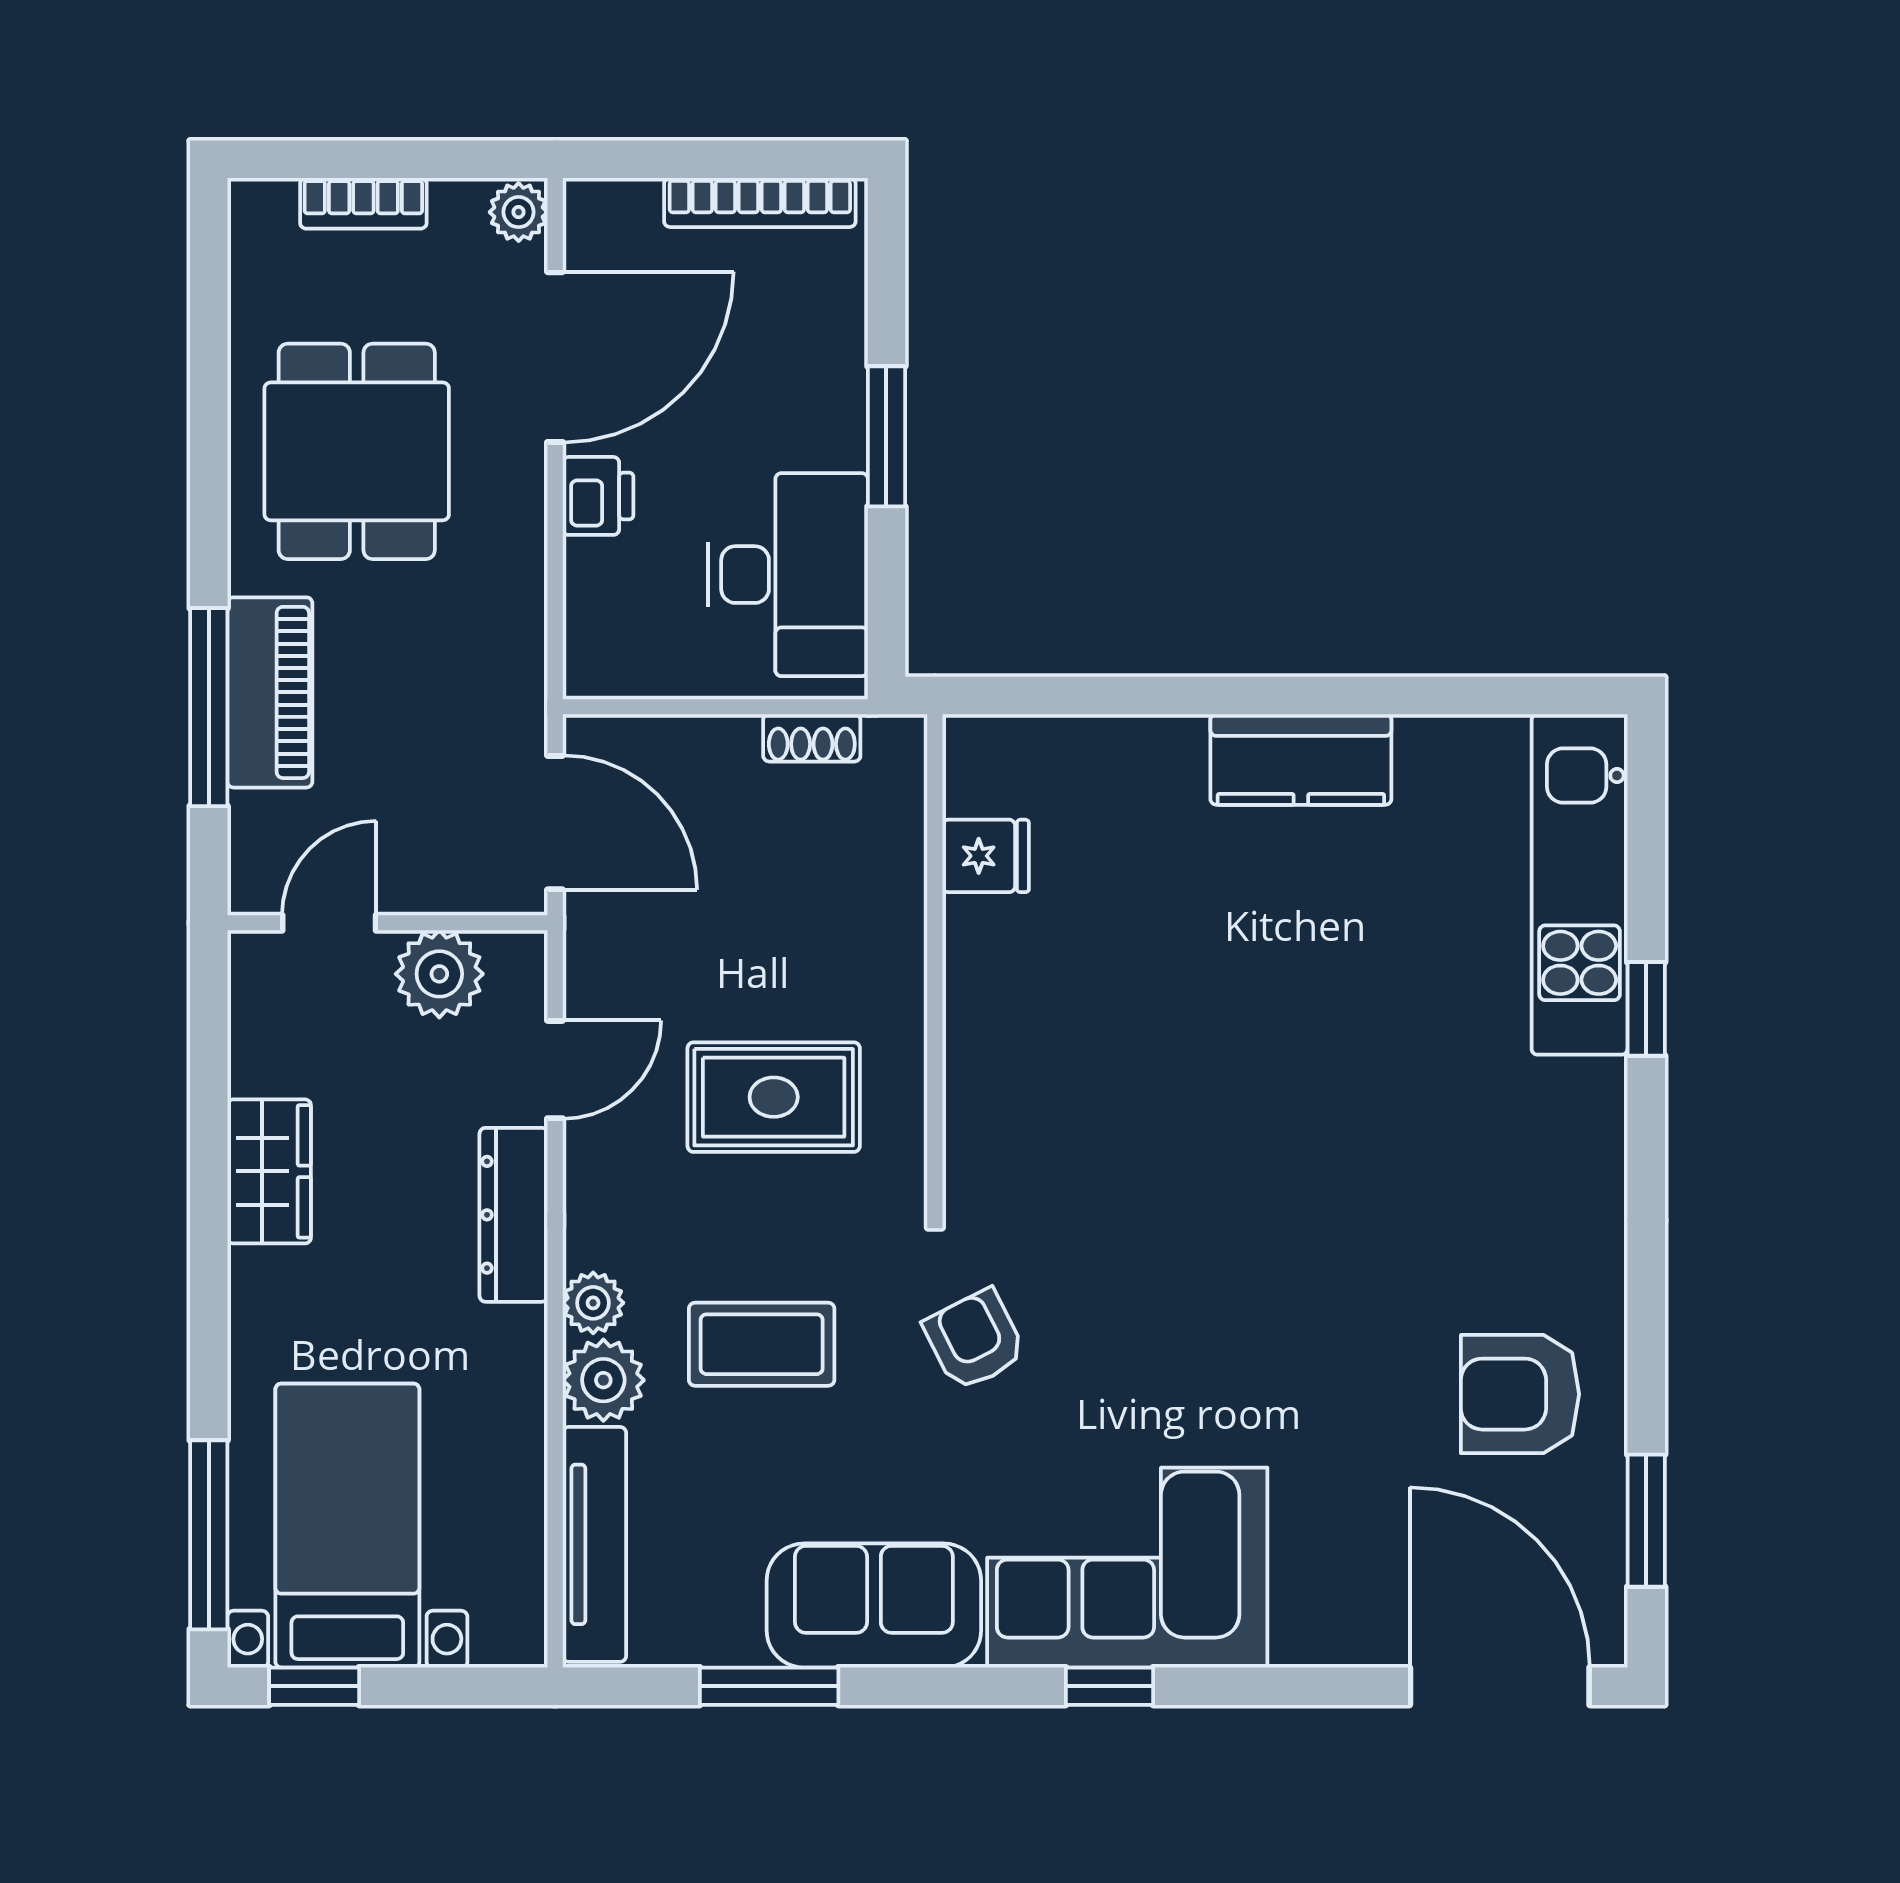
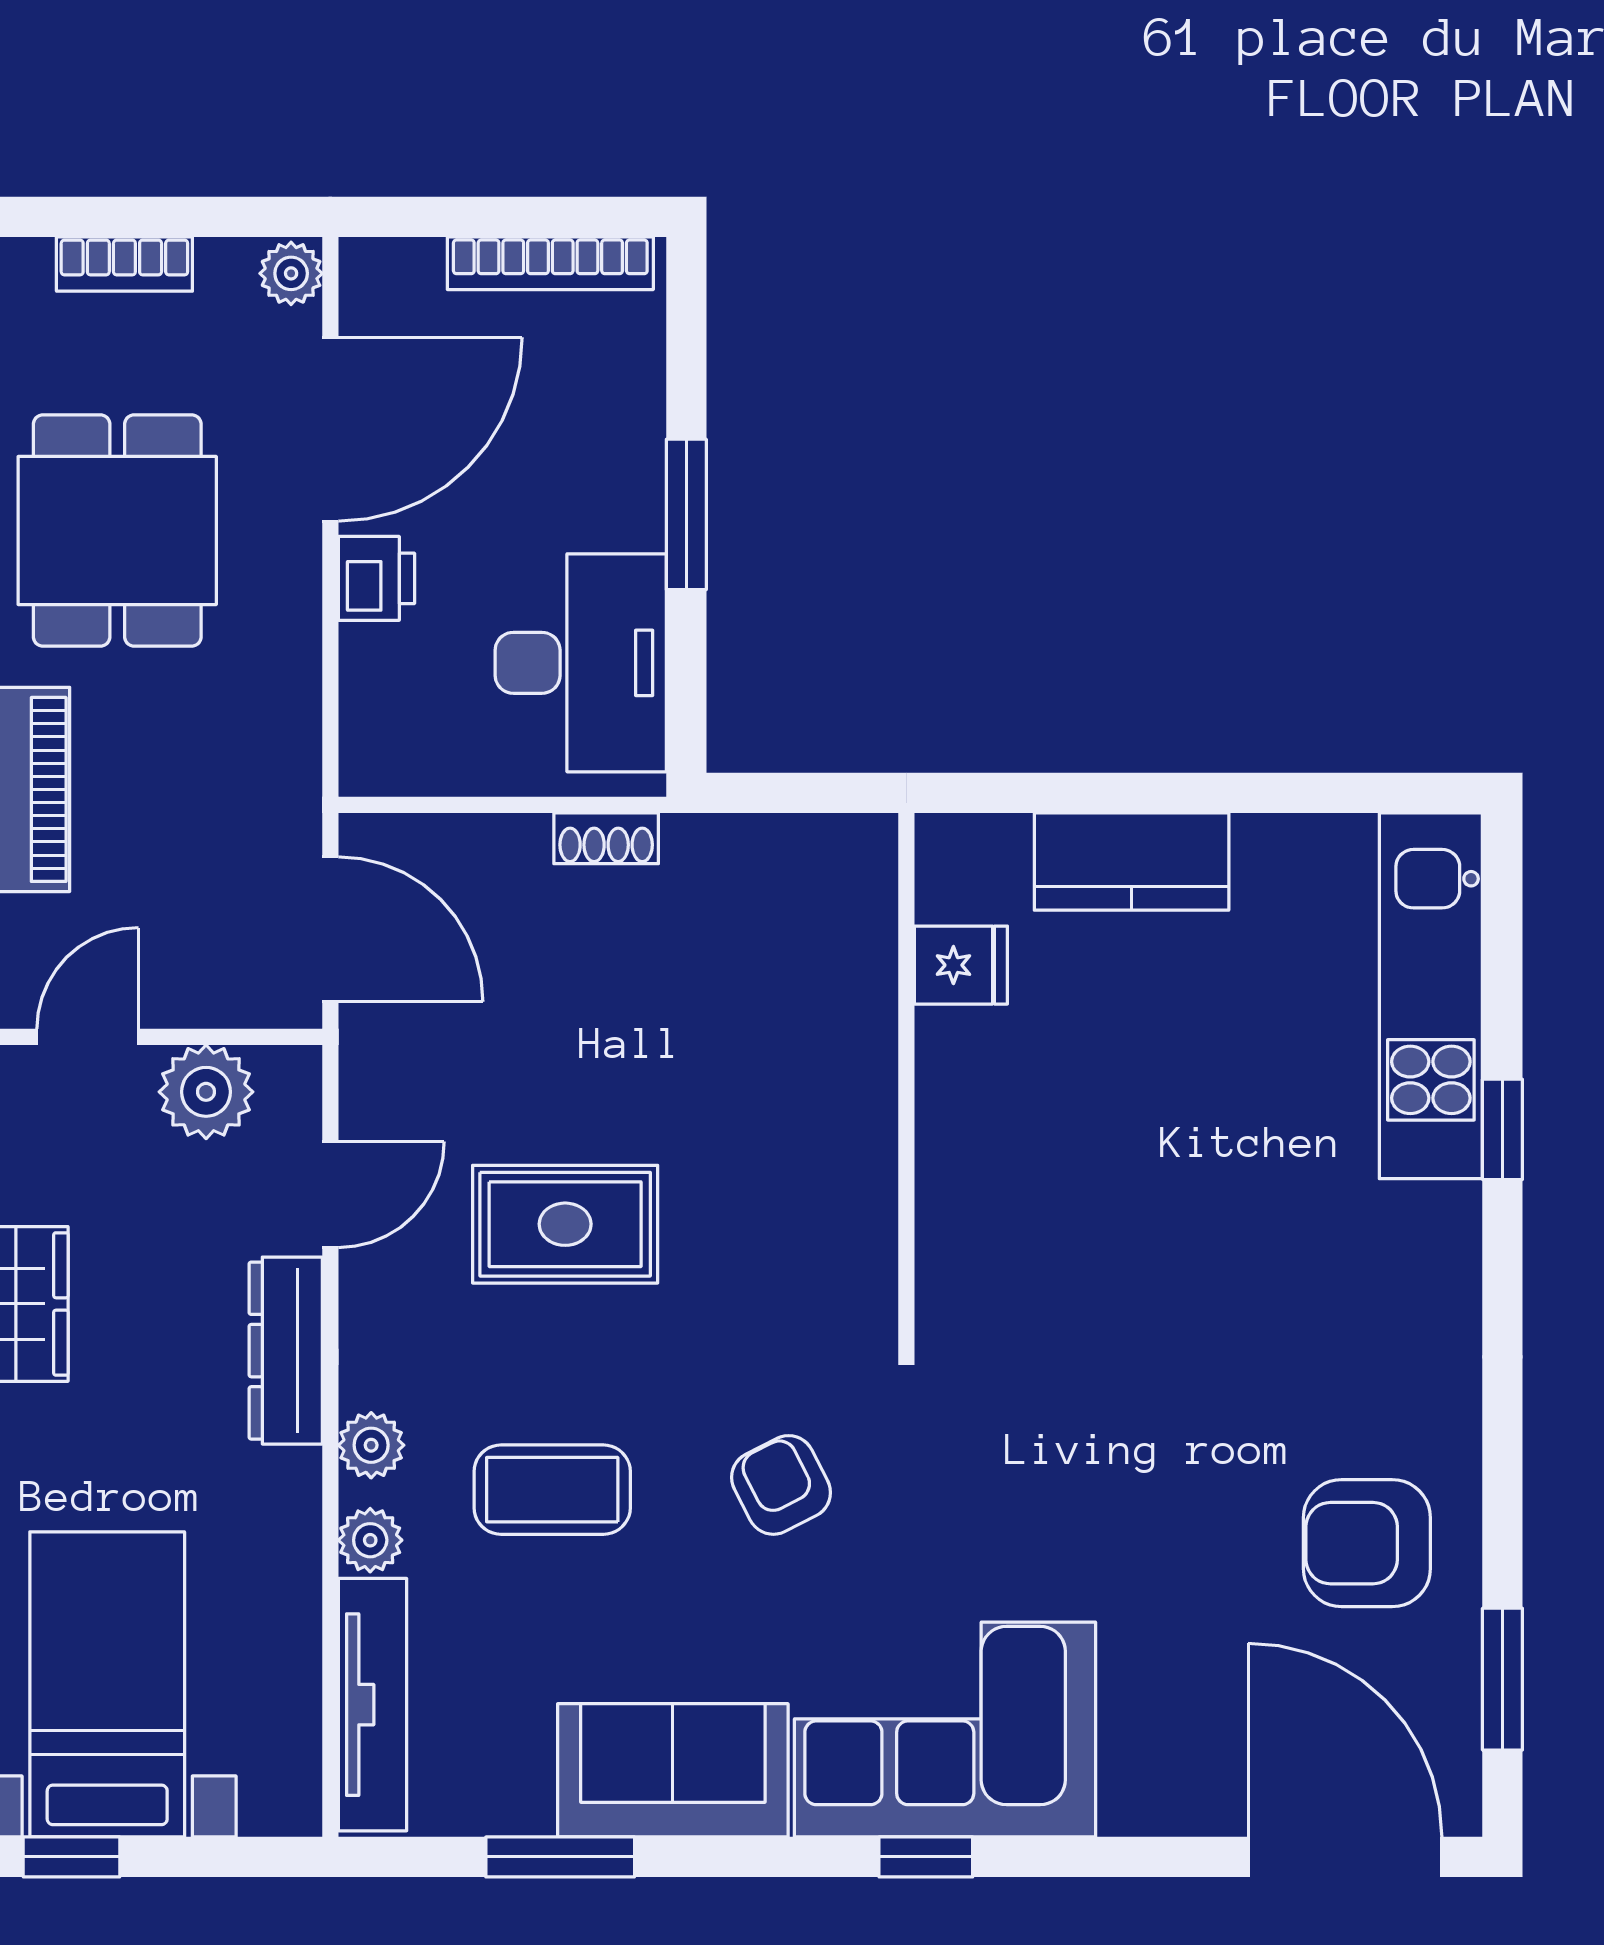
fridge: (986, 856) -> (961, 965), moved
wall: (935, 964) -> (906, 1081), moved
plant: (603, 1380) -> (370, 1540), width x0.73, depth x0.73

